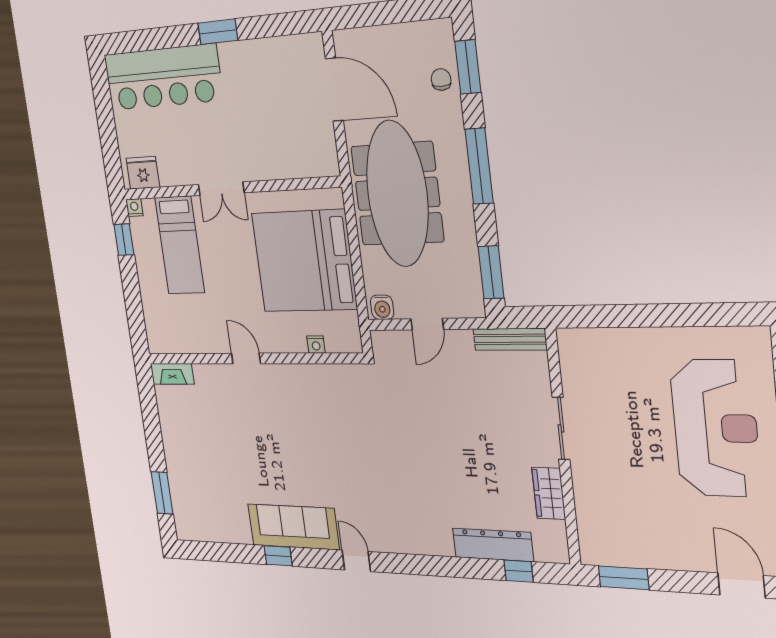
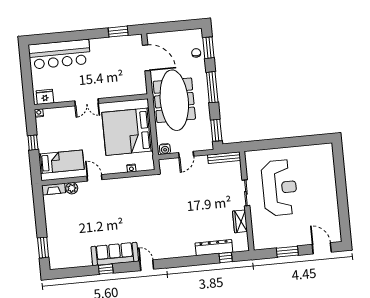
window: (218, 32) -> (118, 32), moved
window: (124, 240) -> (33, 143), moved
bed: (180, 245) -> (61, 162), moved, turned -90
plant: (205, 376) -> (72, 188), added
reception desk: (716, 428) -> (280, 188), moved
window: (624, 578) -> (287, 252), moved

